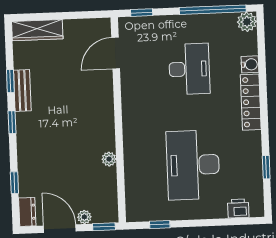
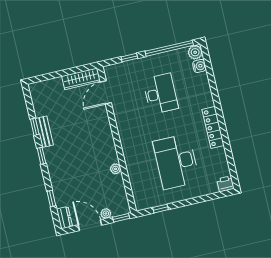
window: (142, 13) -> (129, 58), moved
wardrobe: (37, 30) -> (81, 79), moved
water cooler: (250, 64) -> (199, 66), moved
locker: (251, 102) -> (213, 127), moved
window: (266, 167) -> (229, 153), removed
printer: (238, 208) -> (225, 184), moved

